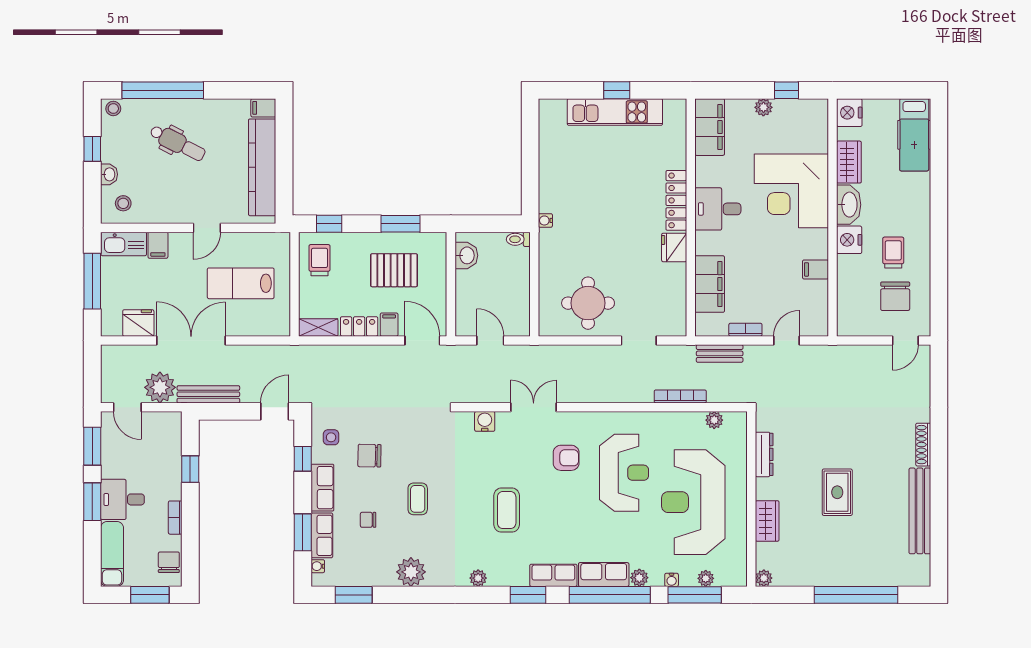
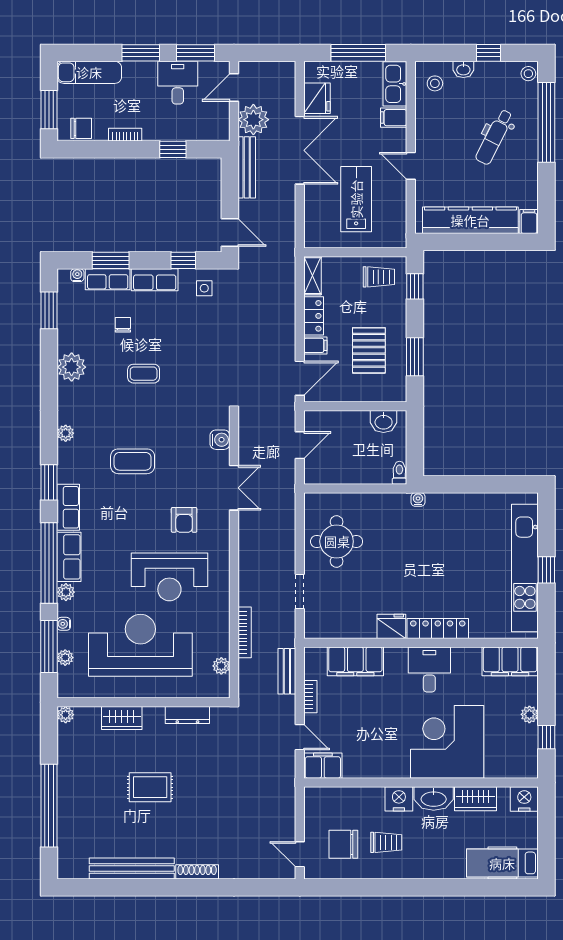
kitchen unit: (615, 112) -> (525, 568), width x1.36
filing cabinet: (815, 269) -> (323, 766), moved, width x2.00
chair: (369, 456) -> (186, 326), removed
desk: (122, 499) -> (178, 83), moved

